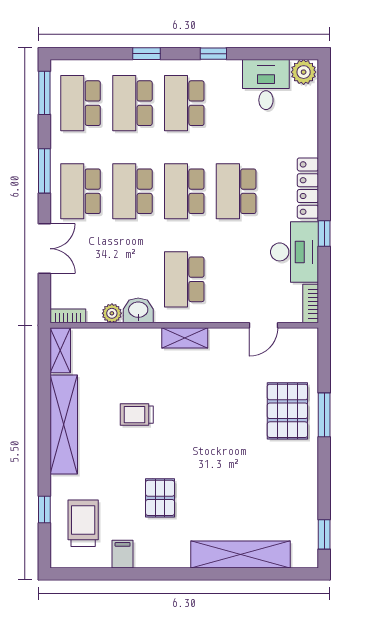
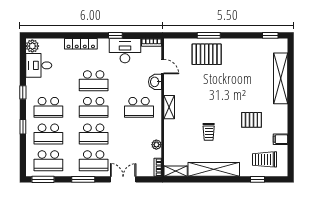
locker: (308, 188) -> (81, 44), moved
washbasin: (138, 310) -> (155, 82), moved

